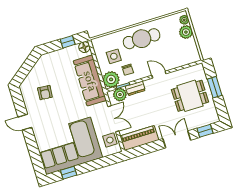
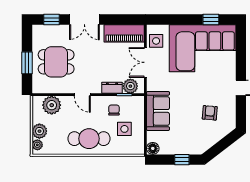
window: (68, 42) -> (182, 160), moved
plant: (111, 79) -> (52, 105), moved
sofa: (90, 81) -> (158, 111), width x0.73

